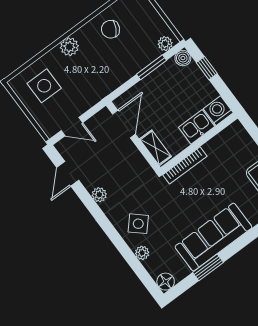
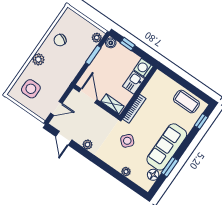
side table: (138, 224) -> (127, 141), moved
floor lamp: (166, 282) -> (153, 175), moved

